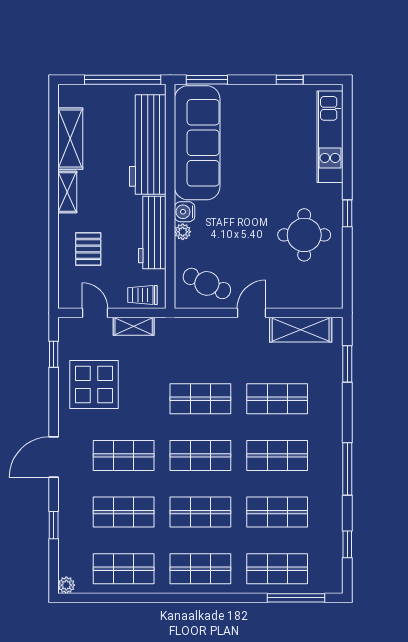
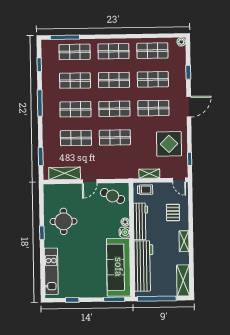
shelving: (70, 139) -> (183, 280), moved
door: (95, 313) -> (179, 180), moved

